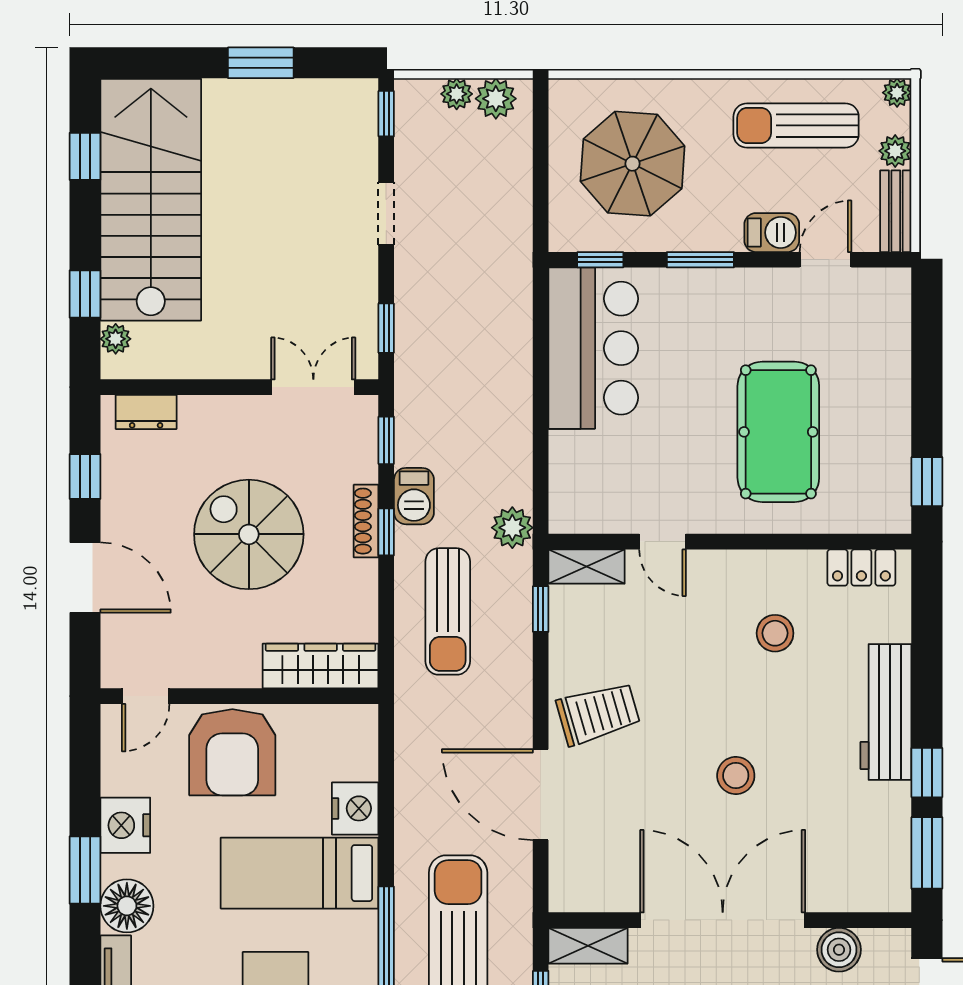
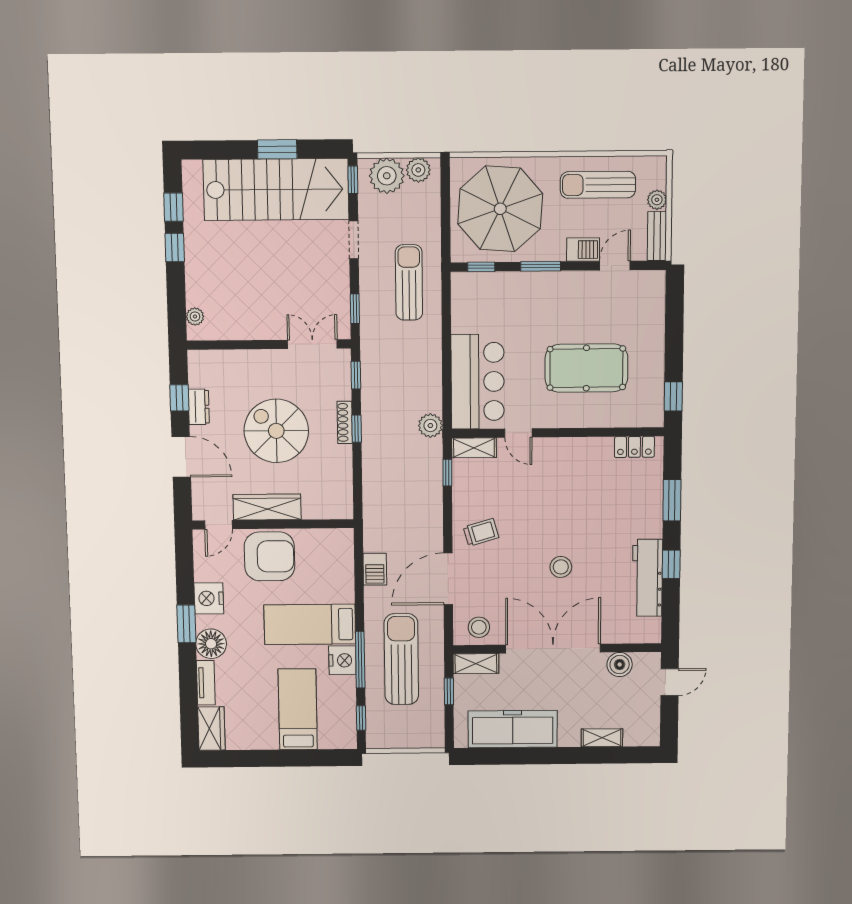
plant: (897, 93) -> (658, 164), removed
plant: (457, 94) -> (387, 176), width x1.88, depth x1.88
parasol: (633, 164) -> (500, 209), width x1.36, depth x1.36
stairs: (151, 200) -> (276, 189), moved, turned 90
window: (85, 294) -> (175, 247), moved
bar counter: (593, 348) -> (478, 382), moved
dresser: (146, 412) -> (199, 407), moved, turned -90
pool table: (778, 432) -> (586, 368), turned 90
barbecue: (414, 496) -> (375, 569), moved
sun lounger: (448, 611) -> (409, 282), moved, turned 180
stool: (775, 633) -> (479, 627), moved
wardrobe: (321, 666) -> (267, 507), moved
workbench: (886, 712) -> (647, 578), moved
trolley: (598, 713) -> (481, 532), width x0.73, depth x0.72
armchair: (232, 752) -> (270, 556), turned -90
door: (541, 795) -> (448, 579), hinge flipped
nightstand: (355, 808) -> (342, 660), moved
window: (927, 853) -> (672, 500), moved

